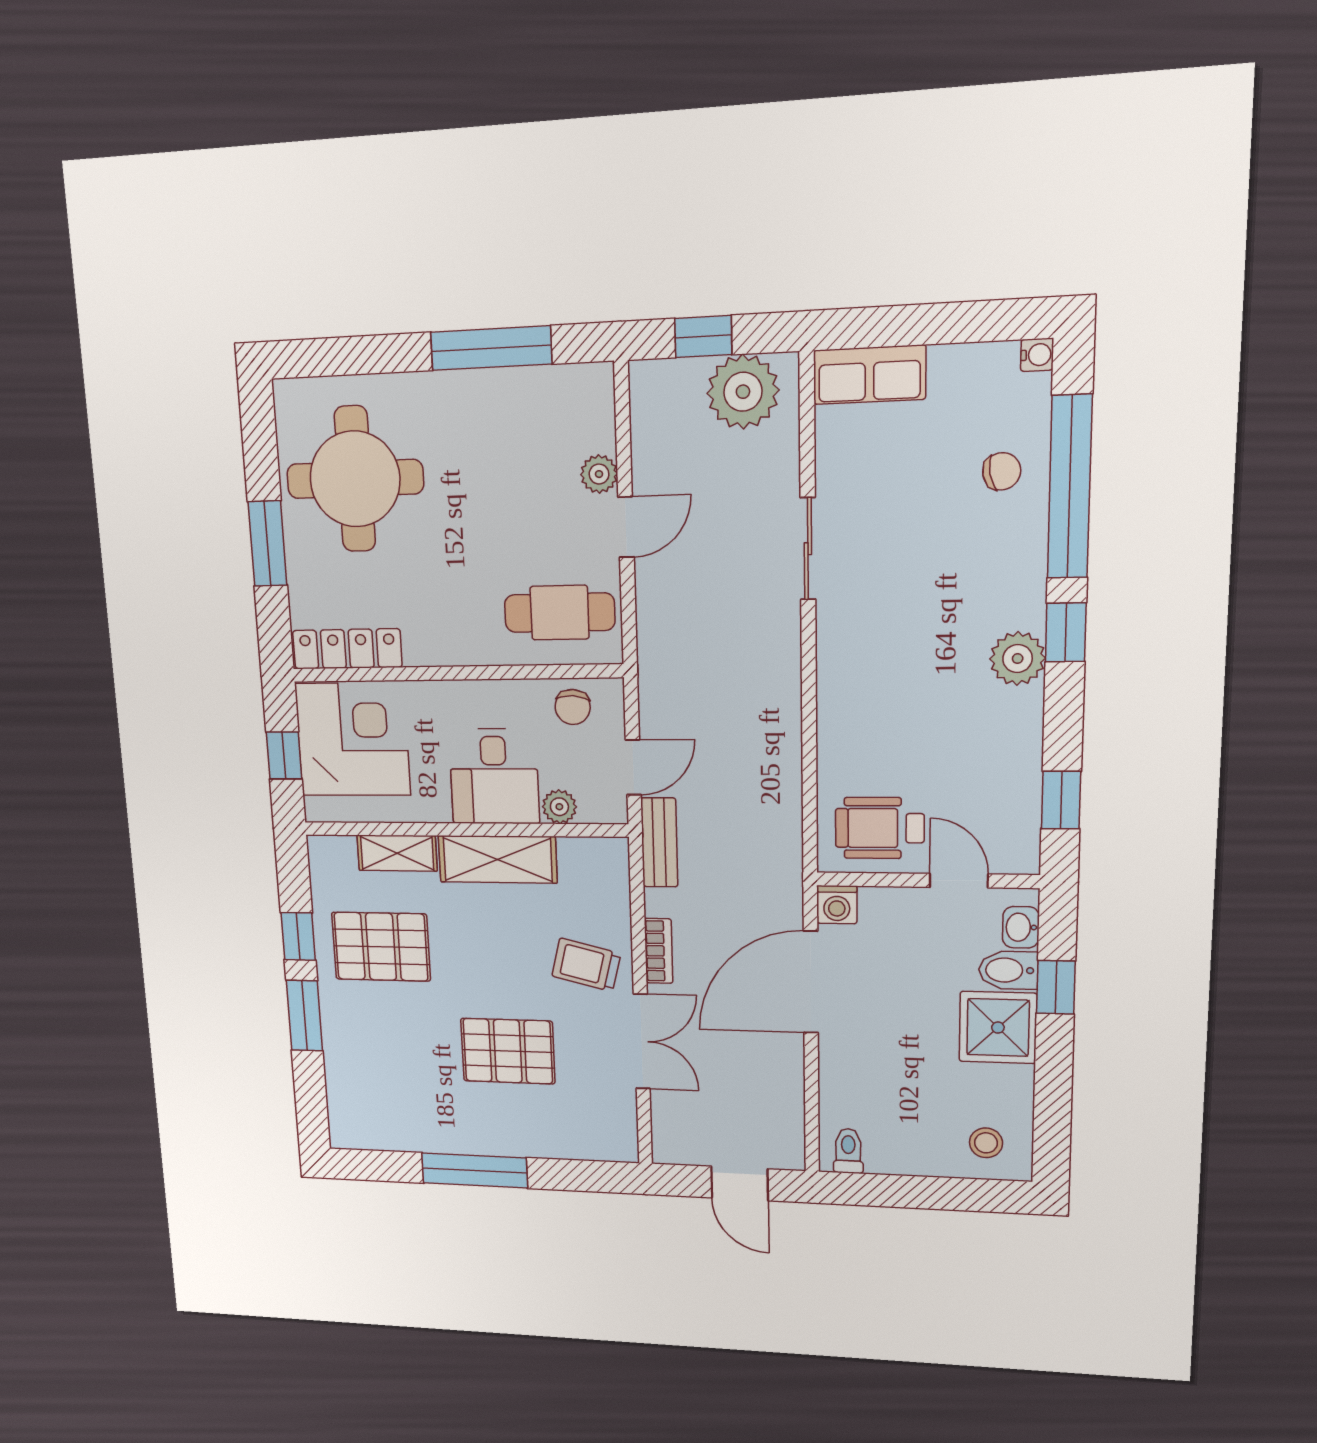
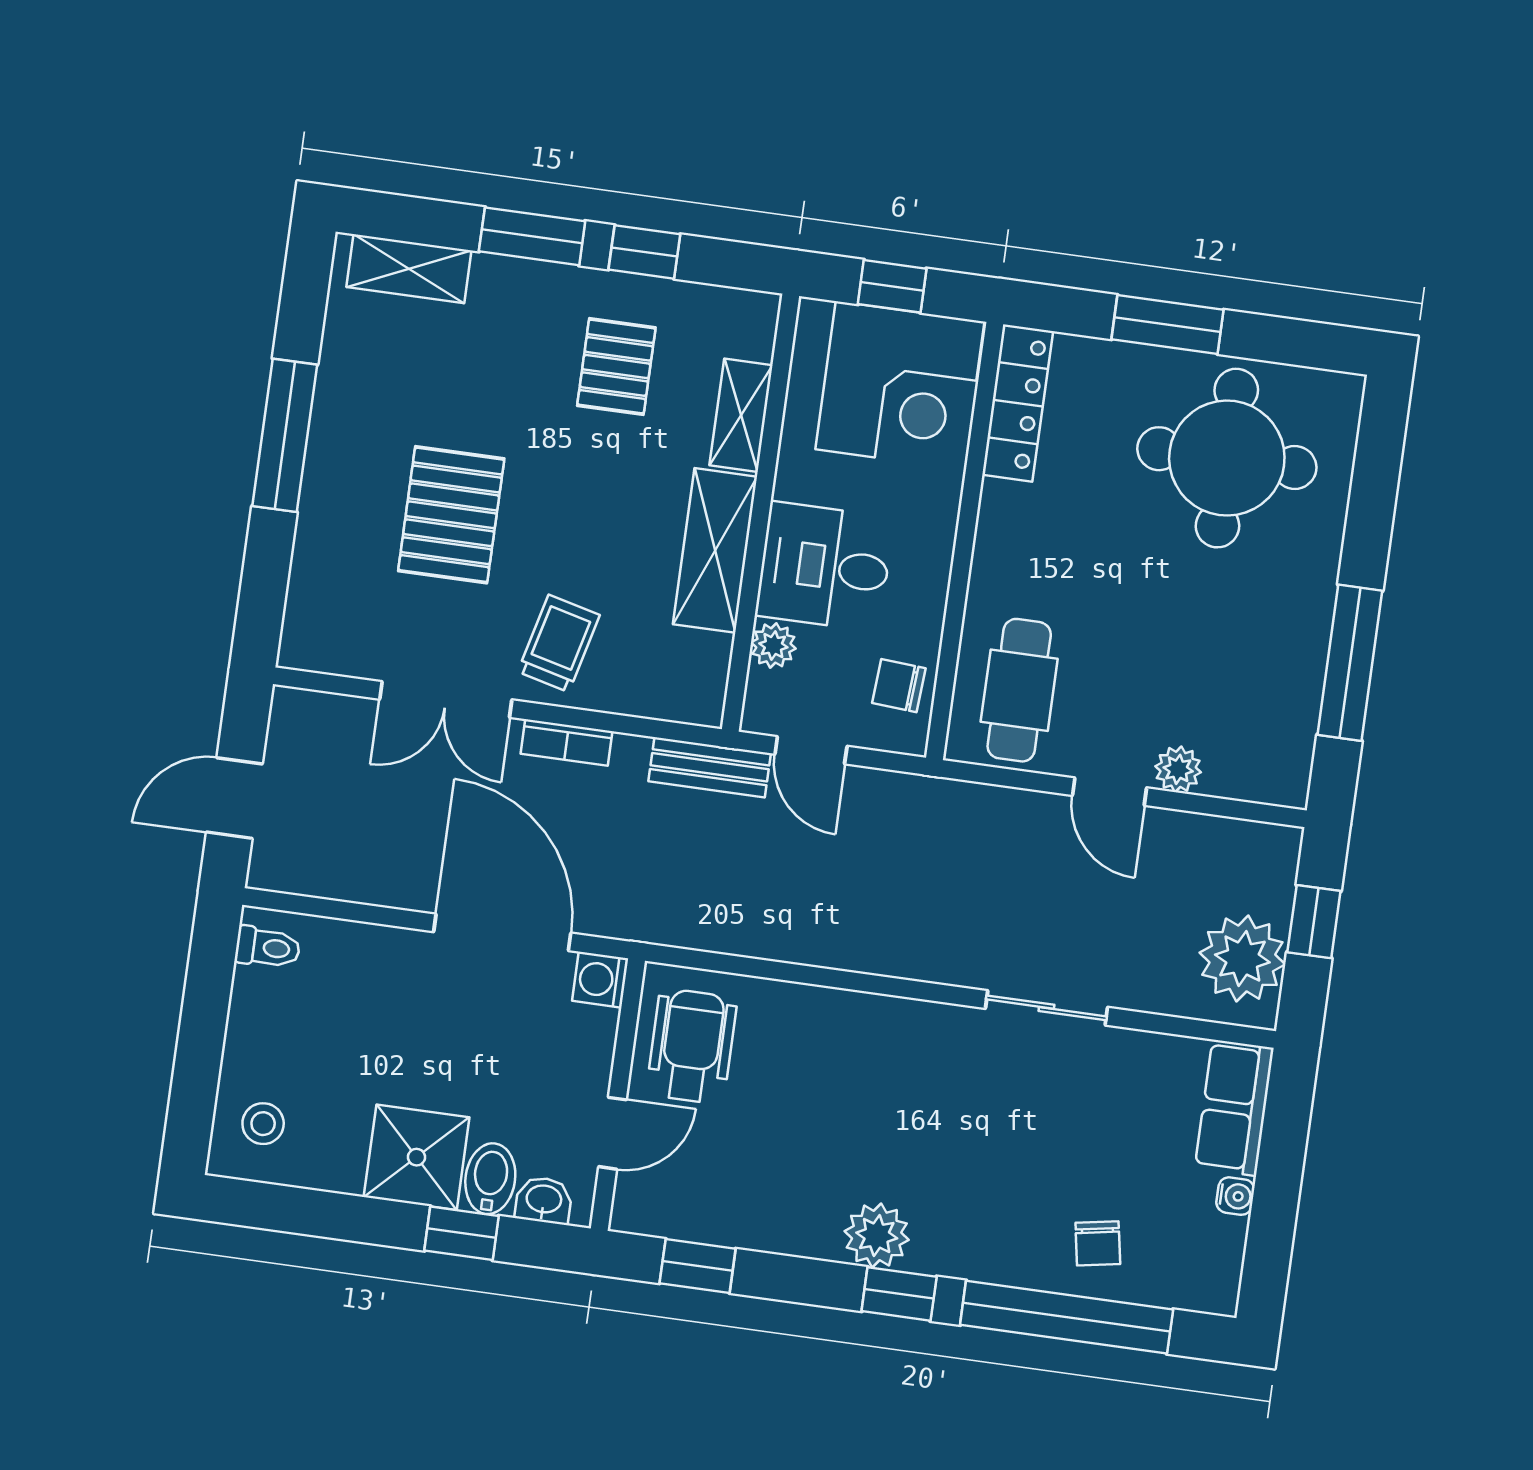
water cooler: (1037, 355) -> (1235, 1196), moved, turned -90
pallet: (381, 947) -> (616, 367), width x0.67, depth x0.71
shelving: (344, 1097) -> (409, 269), added

